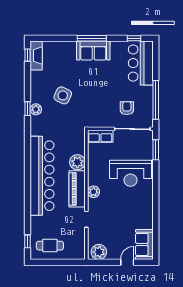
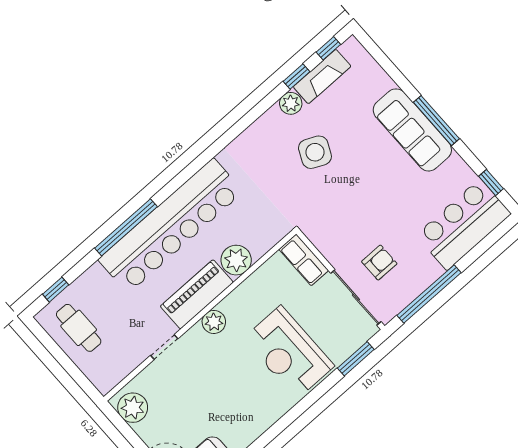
sofa: (93, 51) -> (412, 130), width x1.36
fireplace: (36, 55) -> (322, 77), moved
window: (27, 109) -> (297, 77), moved
plant: (36, 109) -> (291, 103), moved
window: (27, 193) -> (126, 227), added

